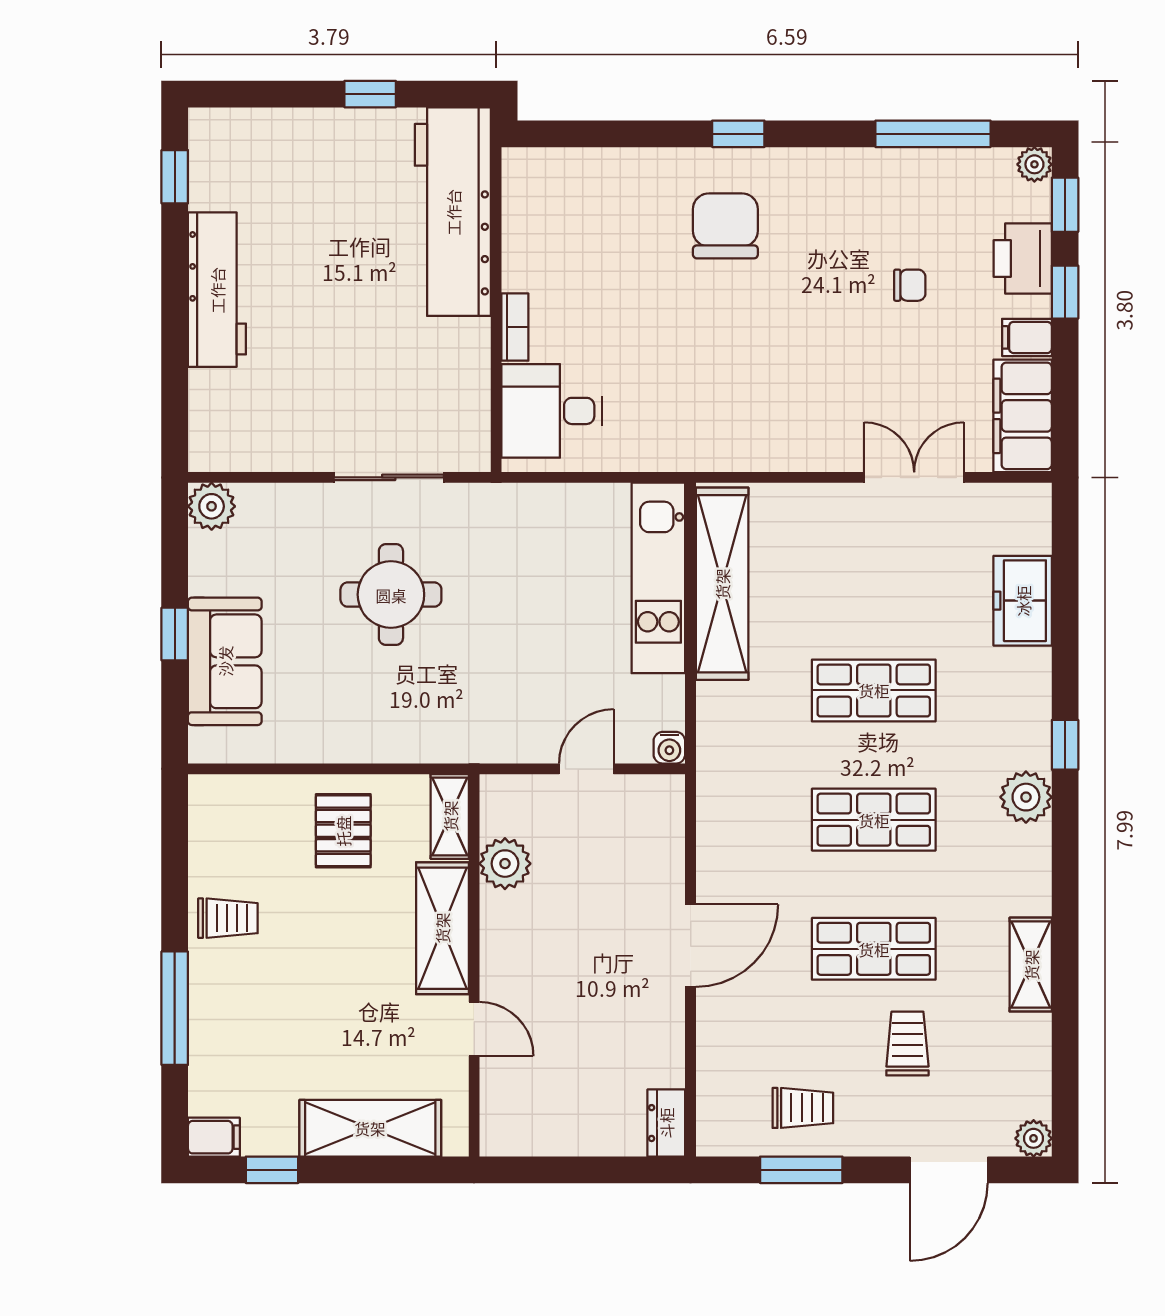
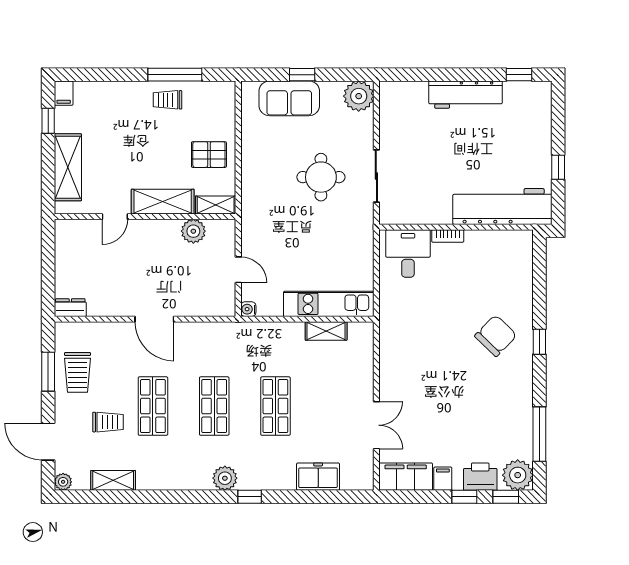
plant: (1034, 164) -> (518, 475), width x1.87, depth x1.87
chair: (725, 226) -> (496, 336), turned -46
chair: (910, 285) -> (468, 423), removed
plant: (212, 506) -> (359, 96), width x1.36, depth x1.36
shelving: (722, 584) -> (326, 331), width x0.45, depth x0.75
trolley: (228, 918) -> (167, 100), turned 90
shelving: (1031, 965) -> (113, 480), moved
window: (175, 1008) -> (175, 75), moved
trolley: (803, 1108) -> (77, 372), width x1.36, depth x1.39

